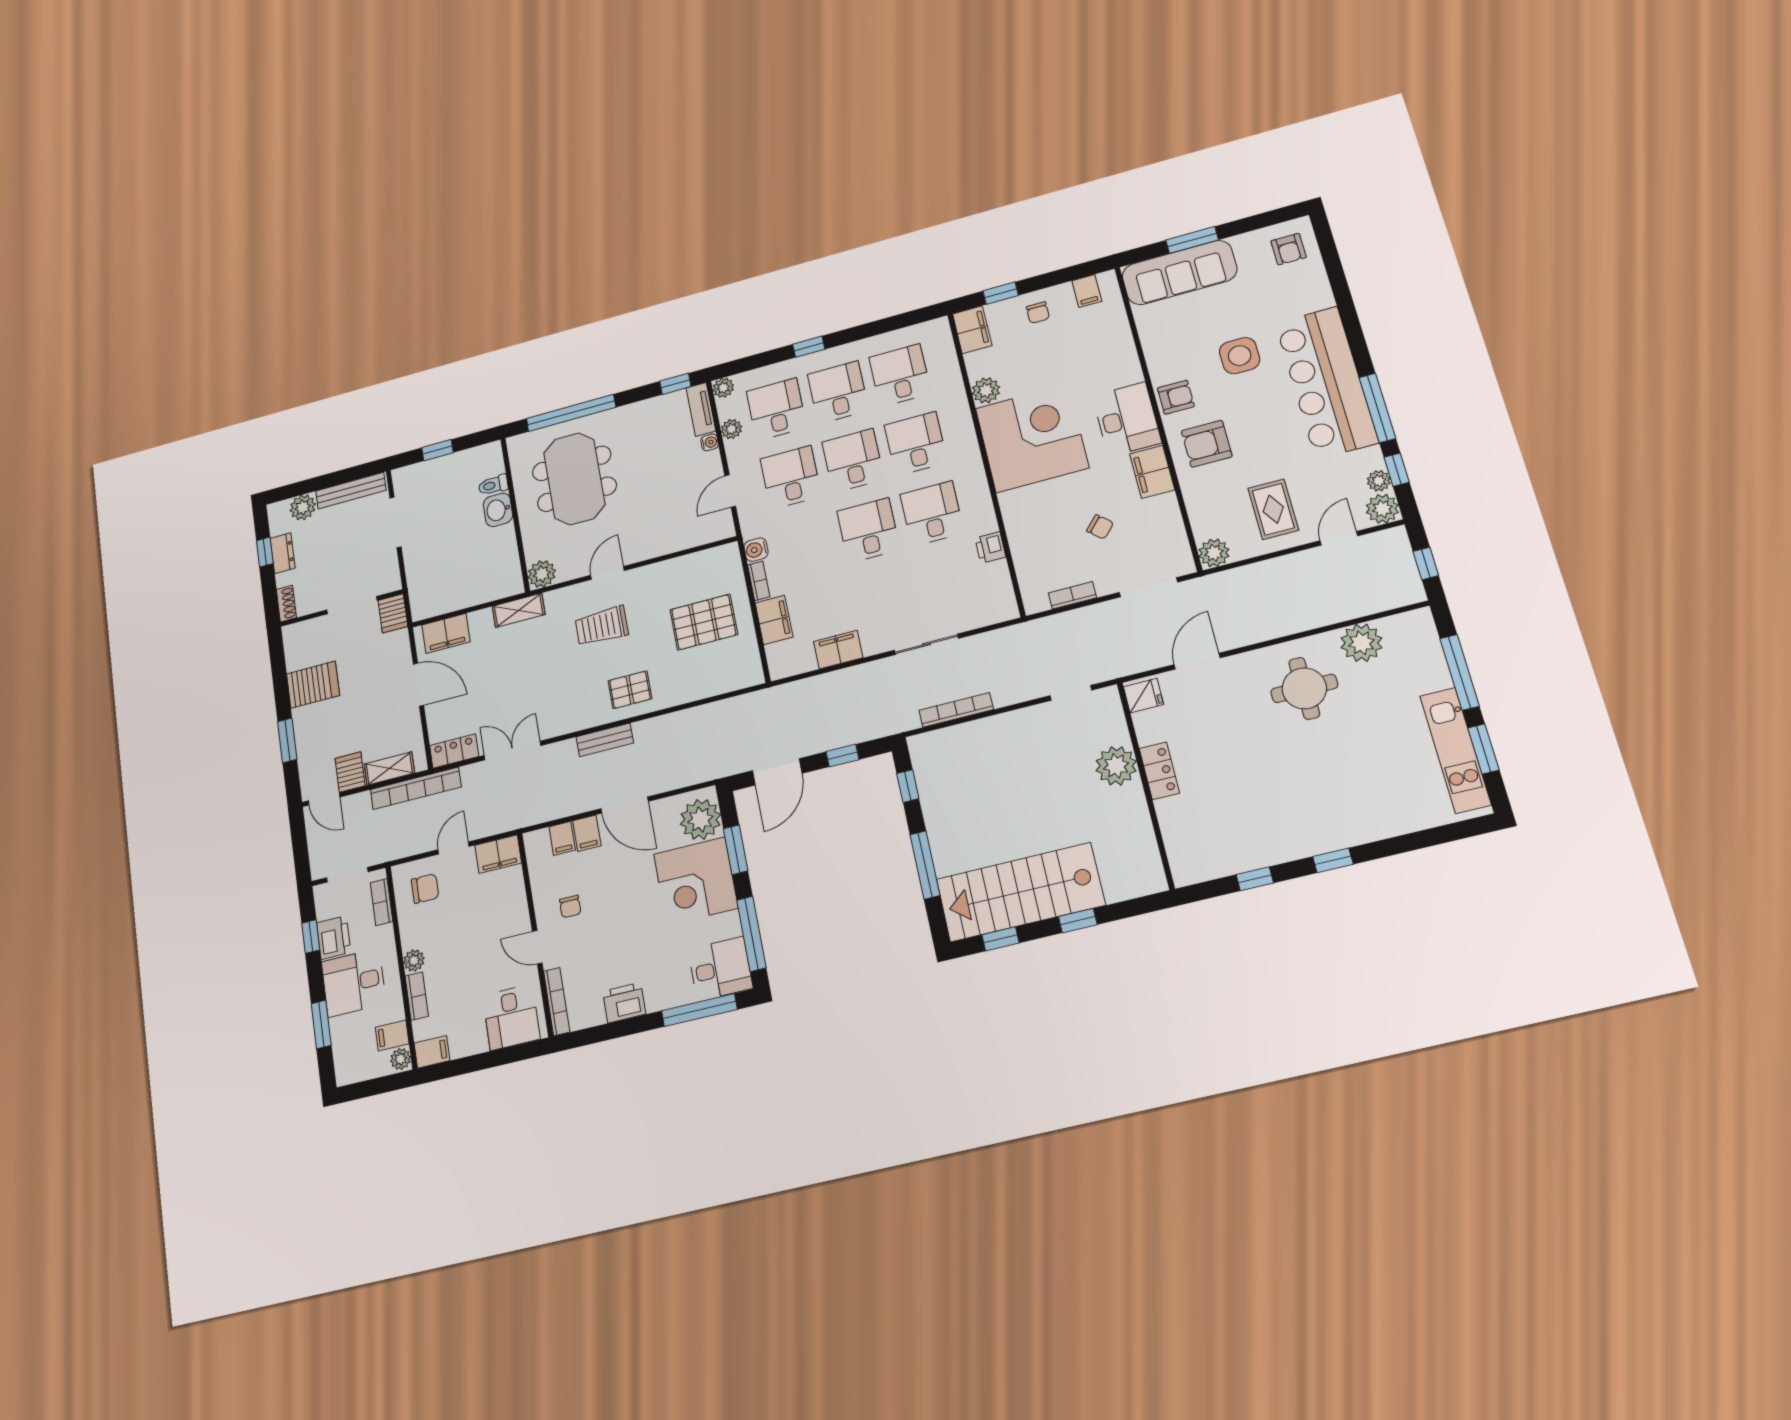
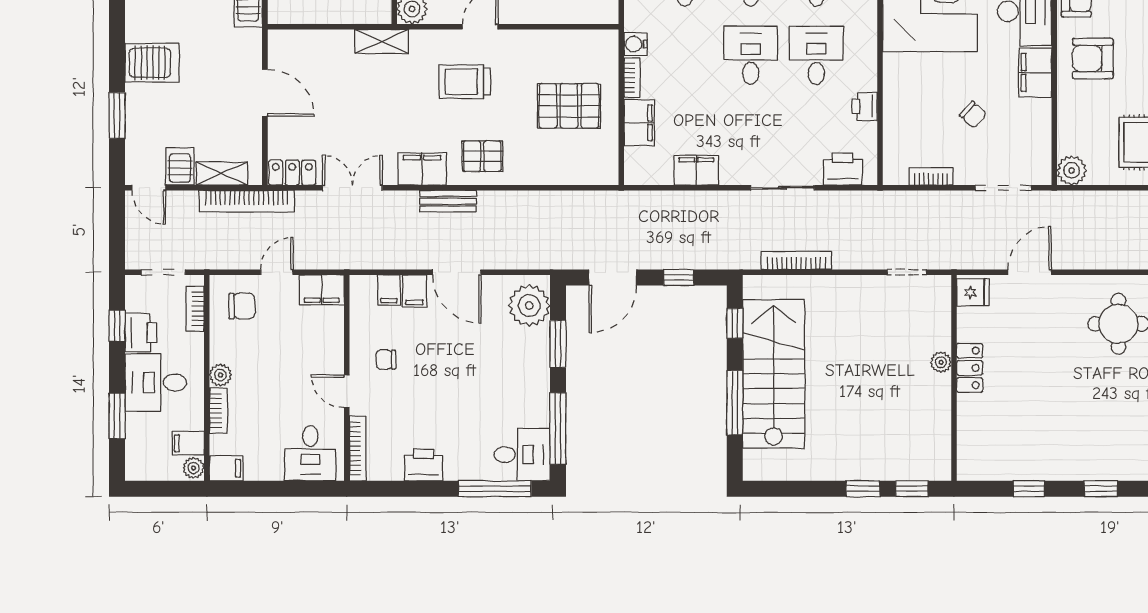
printer: (982, 611) -> (843, 169), added
filing cabinet: (446, 633) -> (422, 169), moved, turned 180
plant: (1116, 766) -> (941, 362), width x0.53, depth x0.53
corner desk: (696, 881) -> (514, 365), removed
stairs: (1020, 892) -> (774, 374), moved, turned 90
chair: (570, 906) -> (386, 360), turned 90
window: (1000, 939) -> (912, 489), moved

